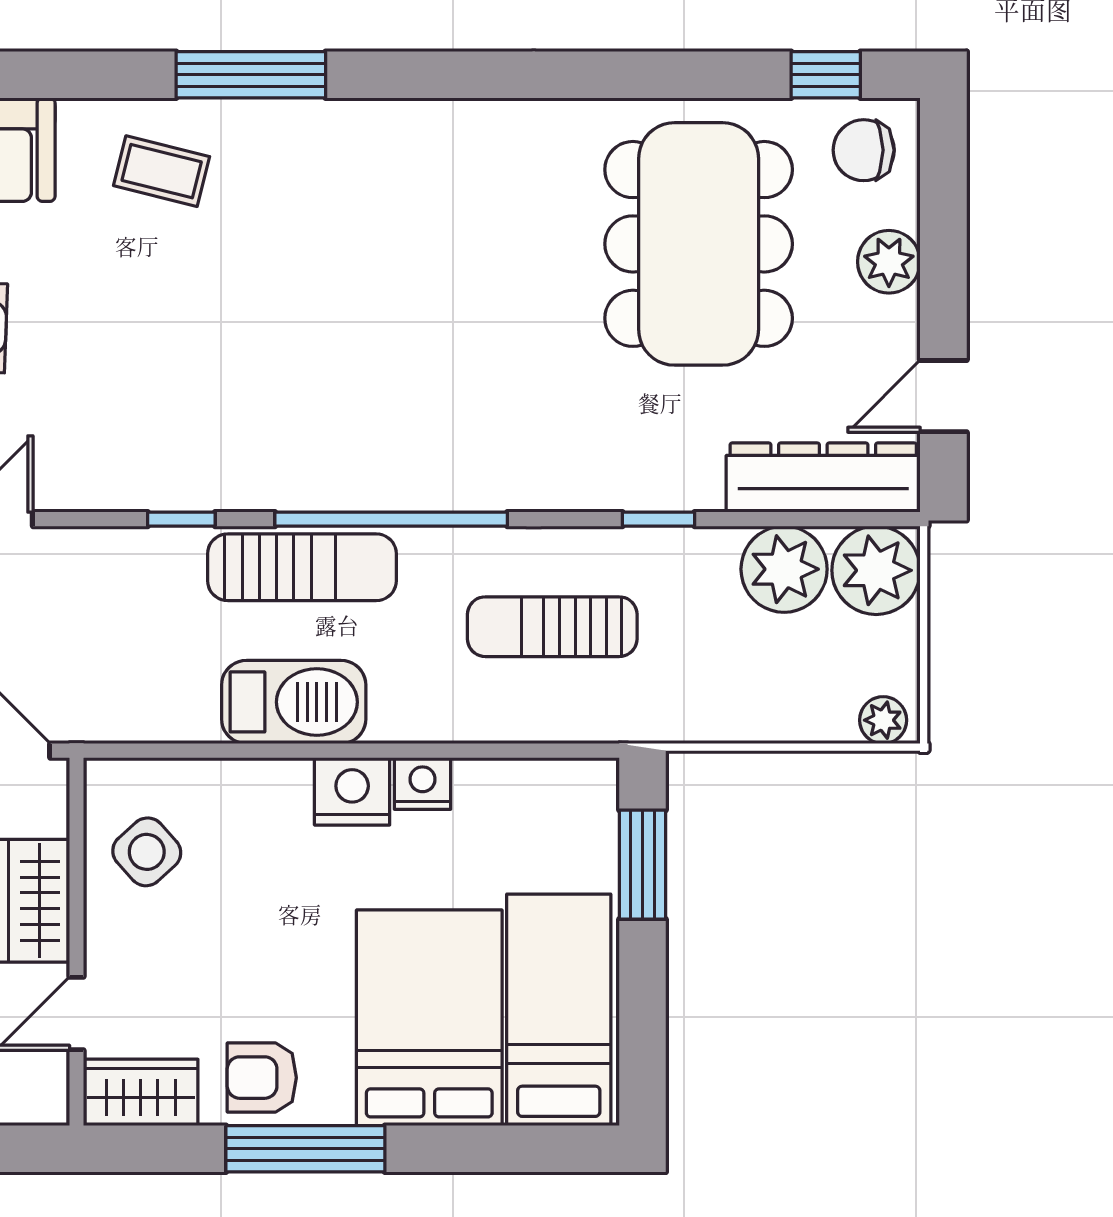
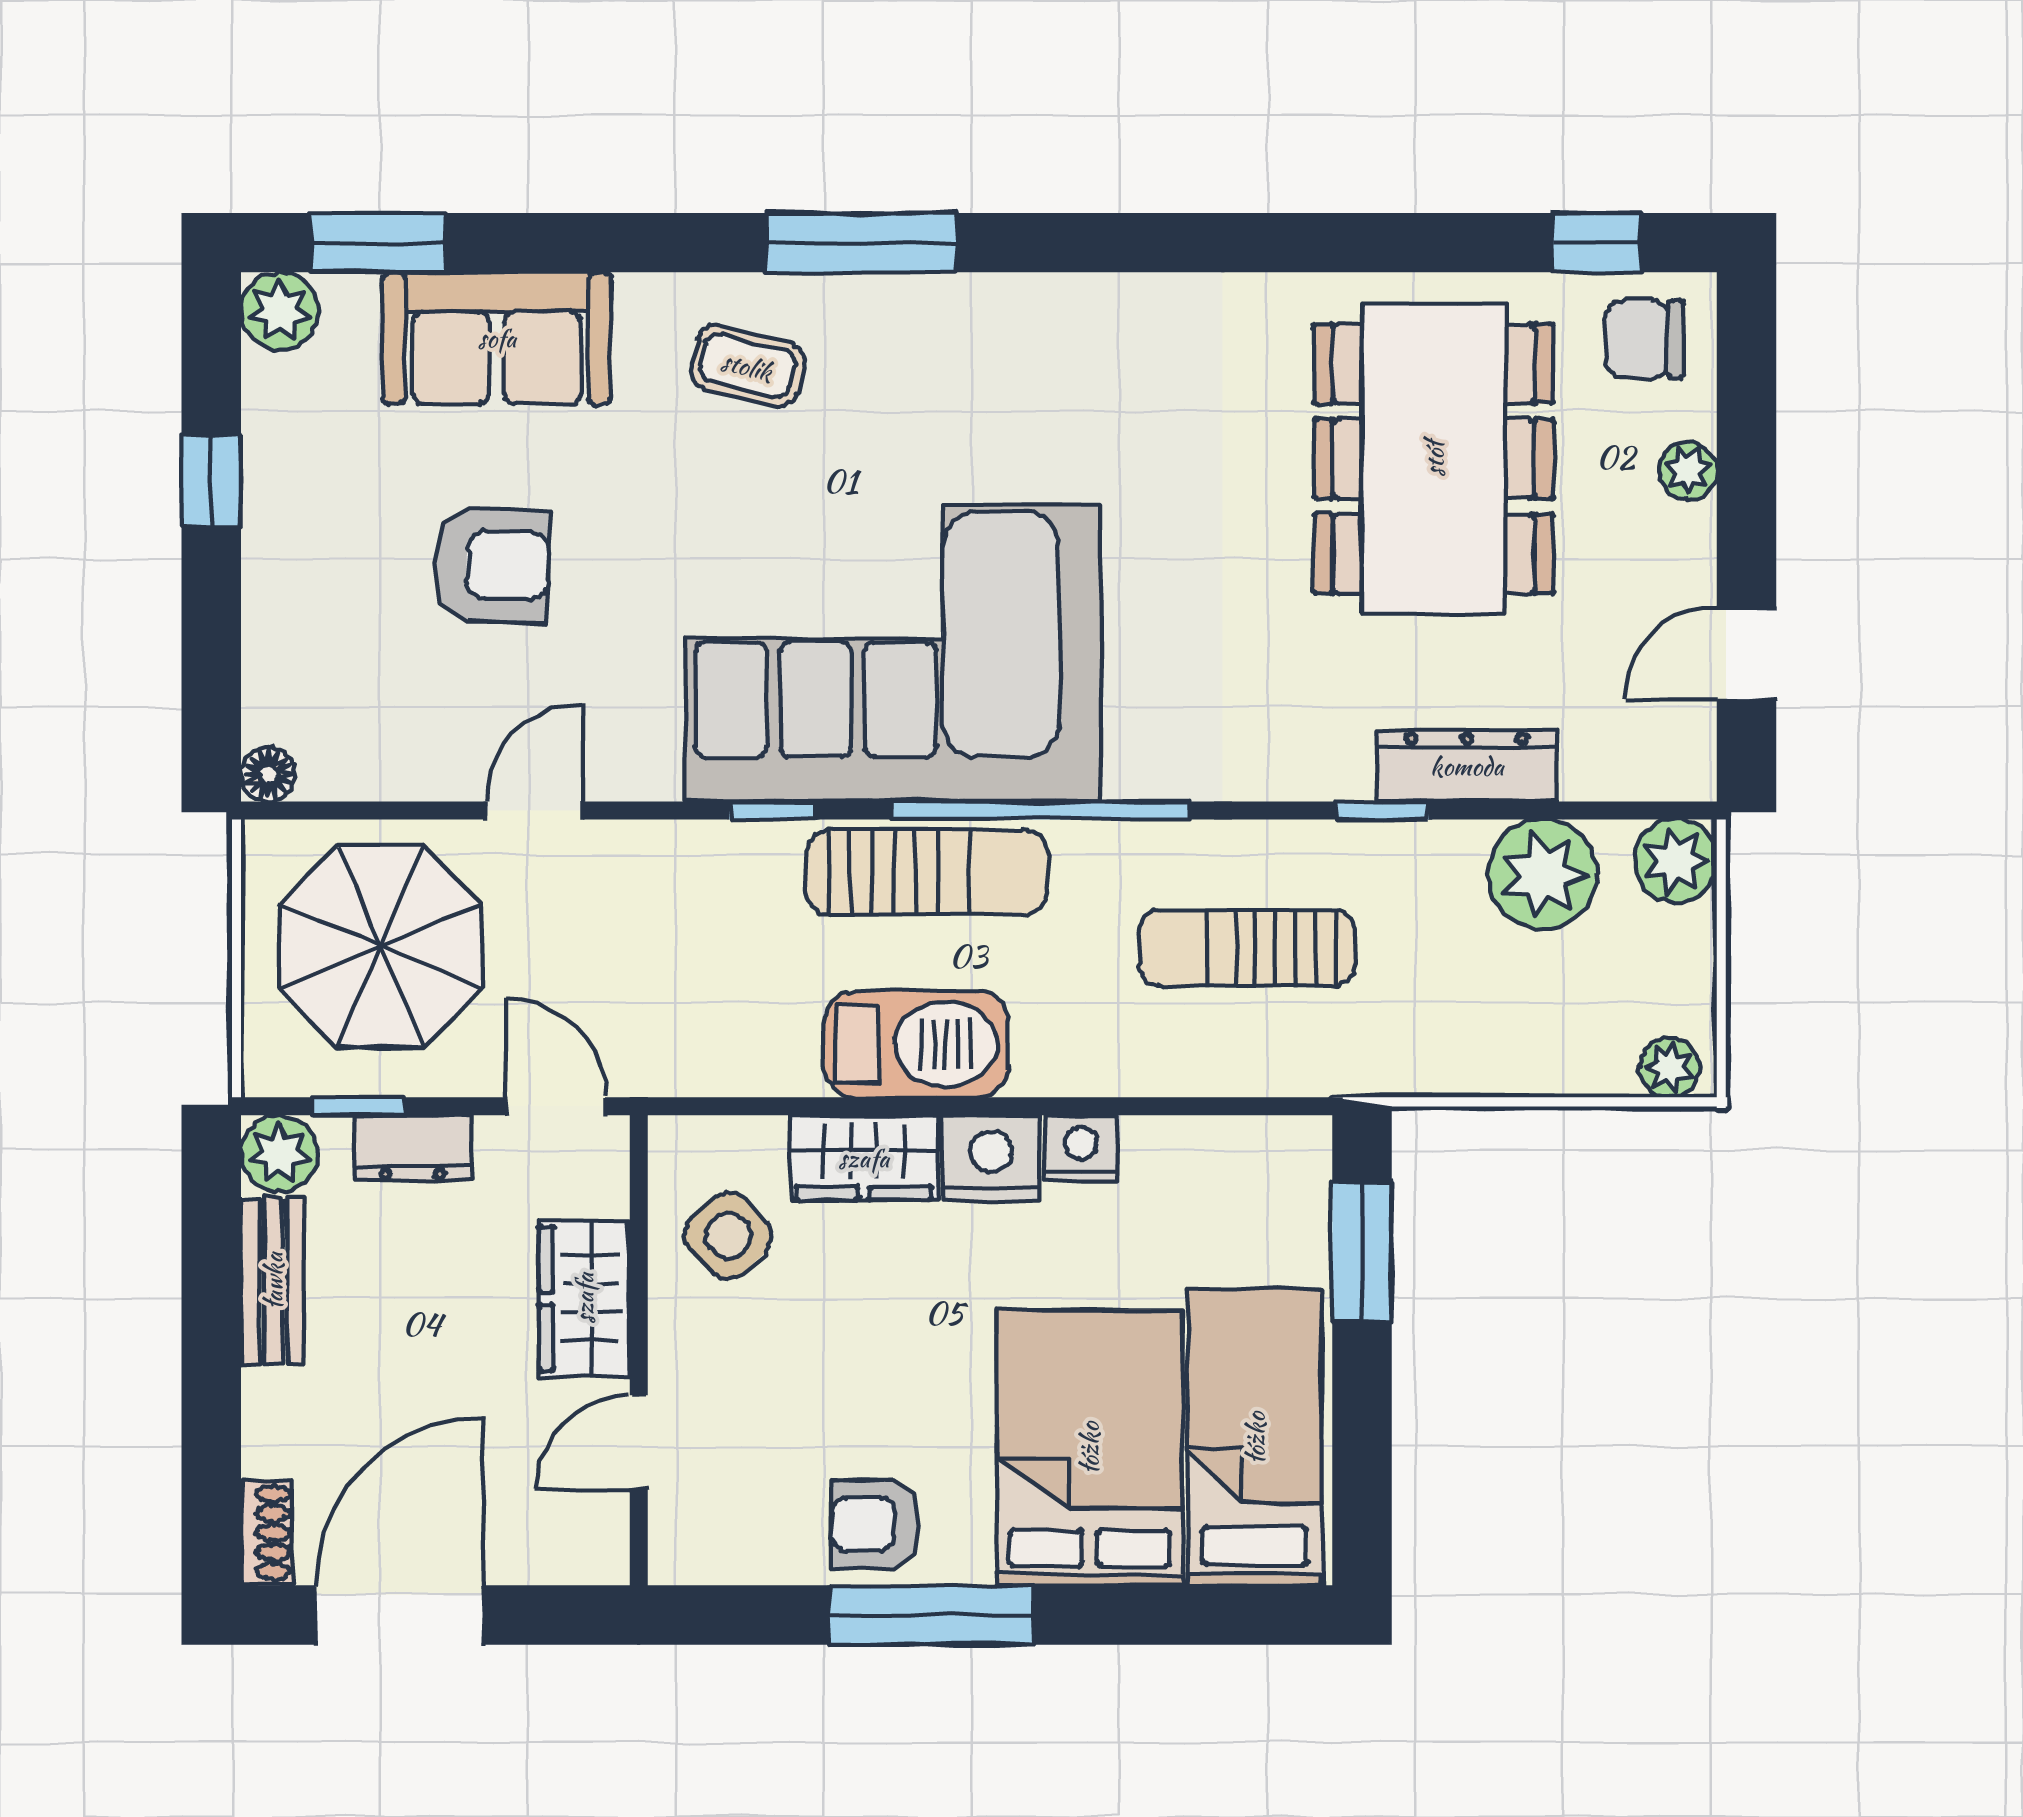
plant: (889, 262) -> (1688, 471), width x0.73, depth x0.73
corner sofa: (275, 396) -> (893, 654), added
dresser: (823, 478) -> (1467, 766), moved, width x0.73, depth x0.80
plant: (876, 570) -> (1675, 861), width x0.73, depth x0.73
wardrobe: (141, 1092) -> (864, 1158), moved, turned 180

